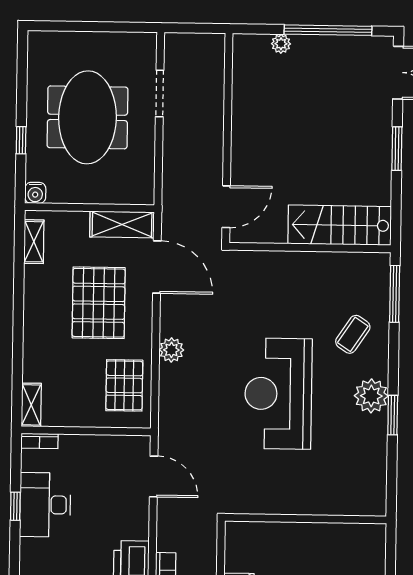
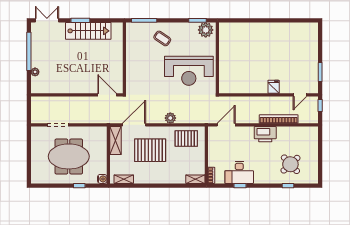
stairs: (340, 225) -> (88, 31), moved, turned -90
plant: (371, 396) -> (206, 30), moved
wall: (306, 519) -> (217, 58), moved

